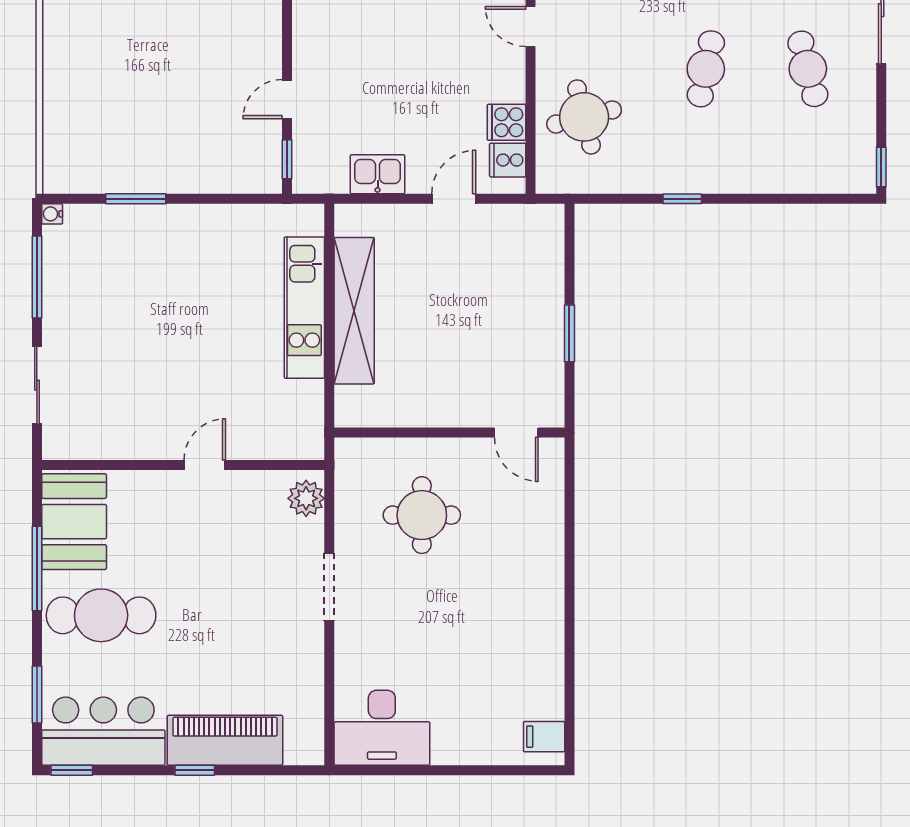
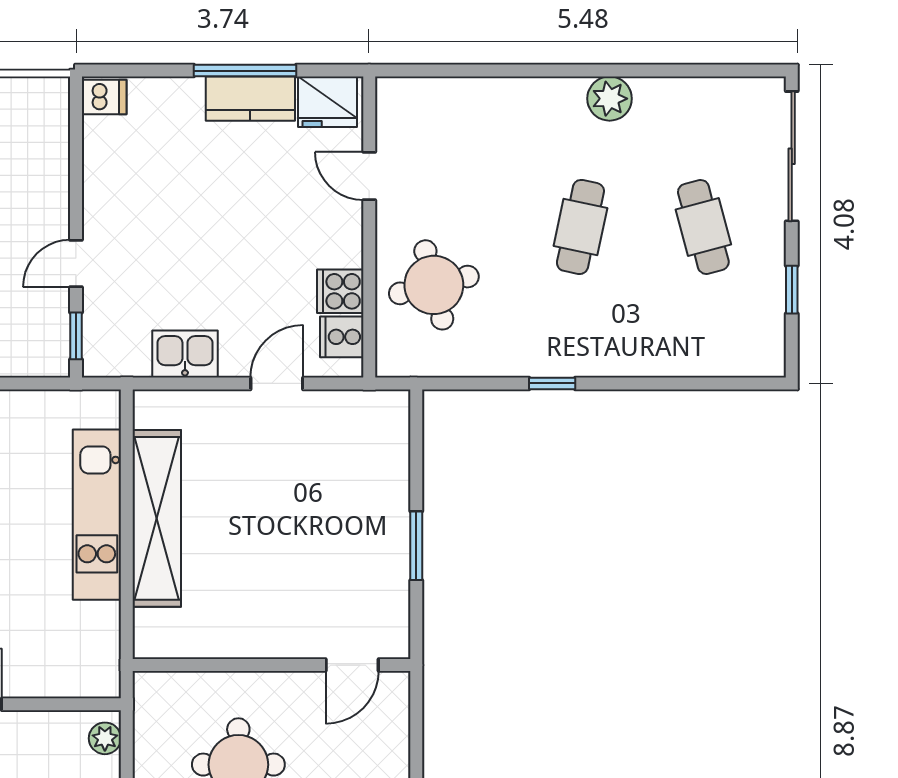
window: (881, 167) -> (792, 290), moved
door: (516, 432) -> (352, 665), hinge flipped
plant: (306, 498) -> (105, 738), width x0.73, depth x0.73

